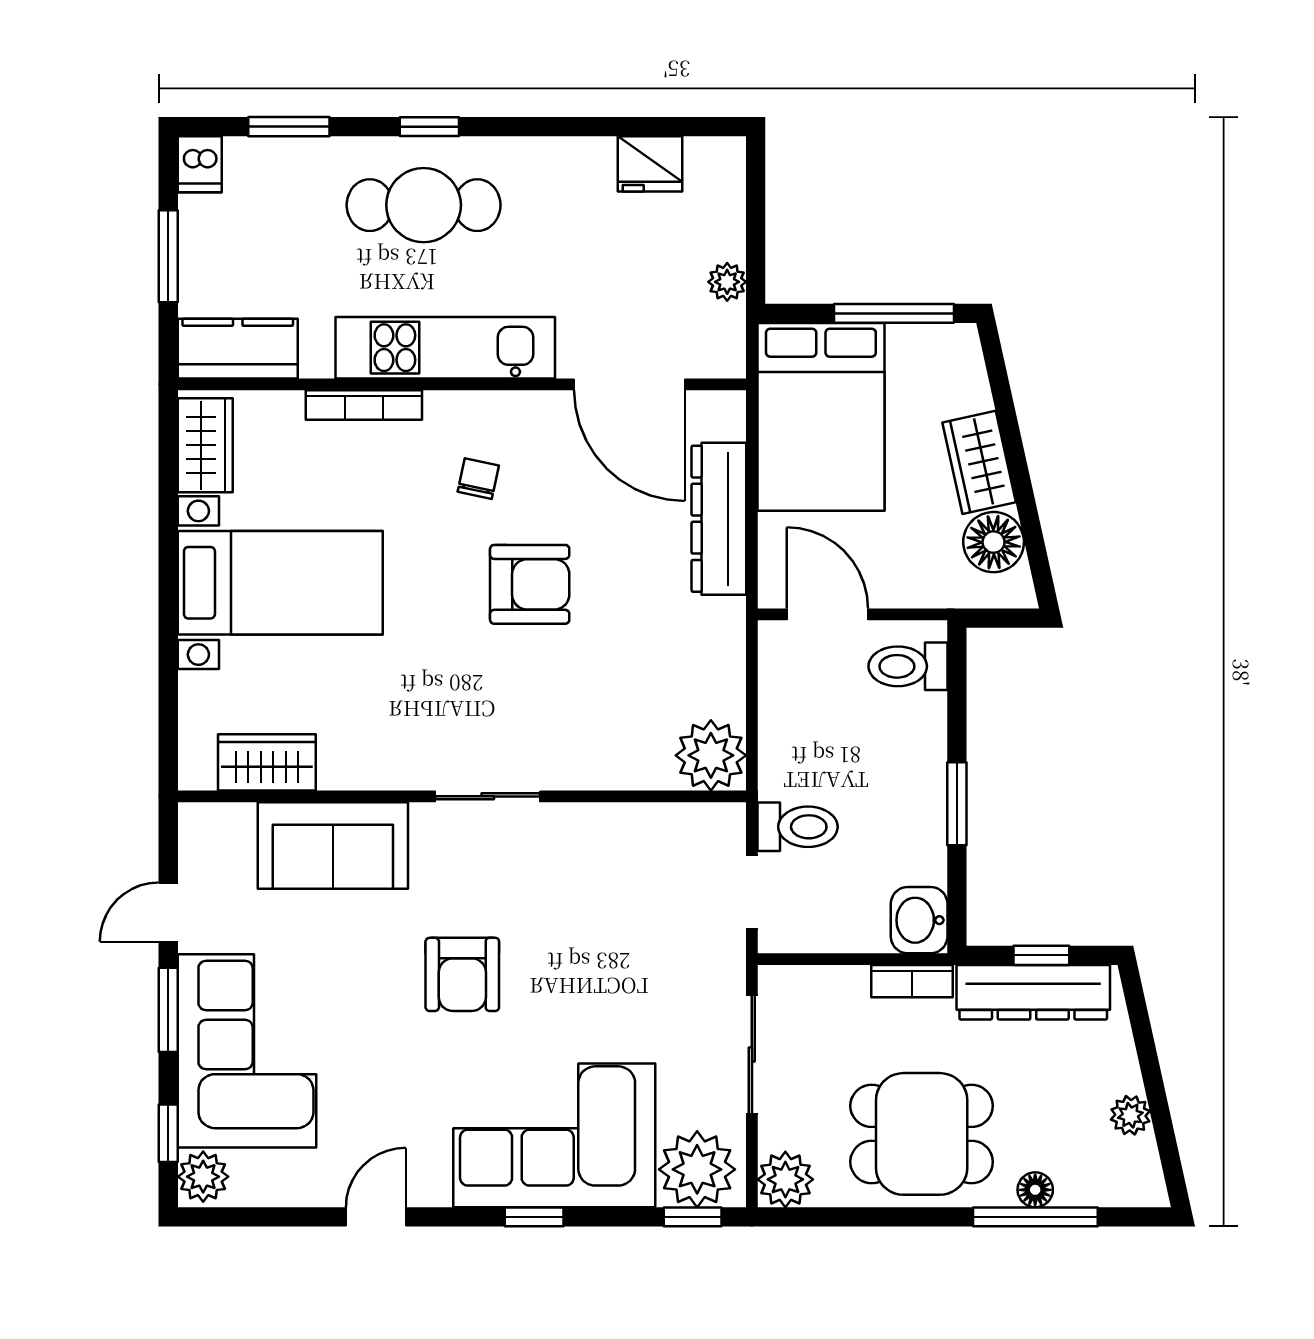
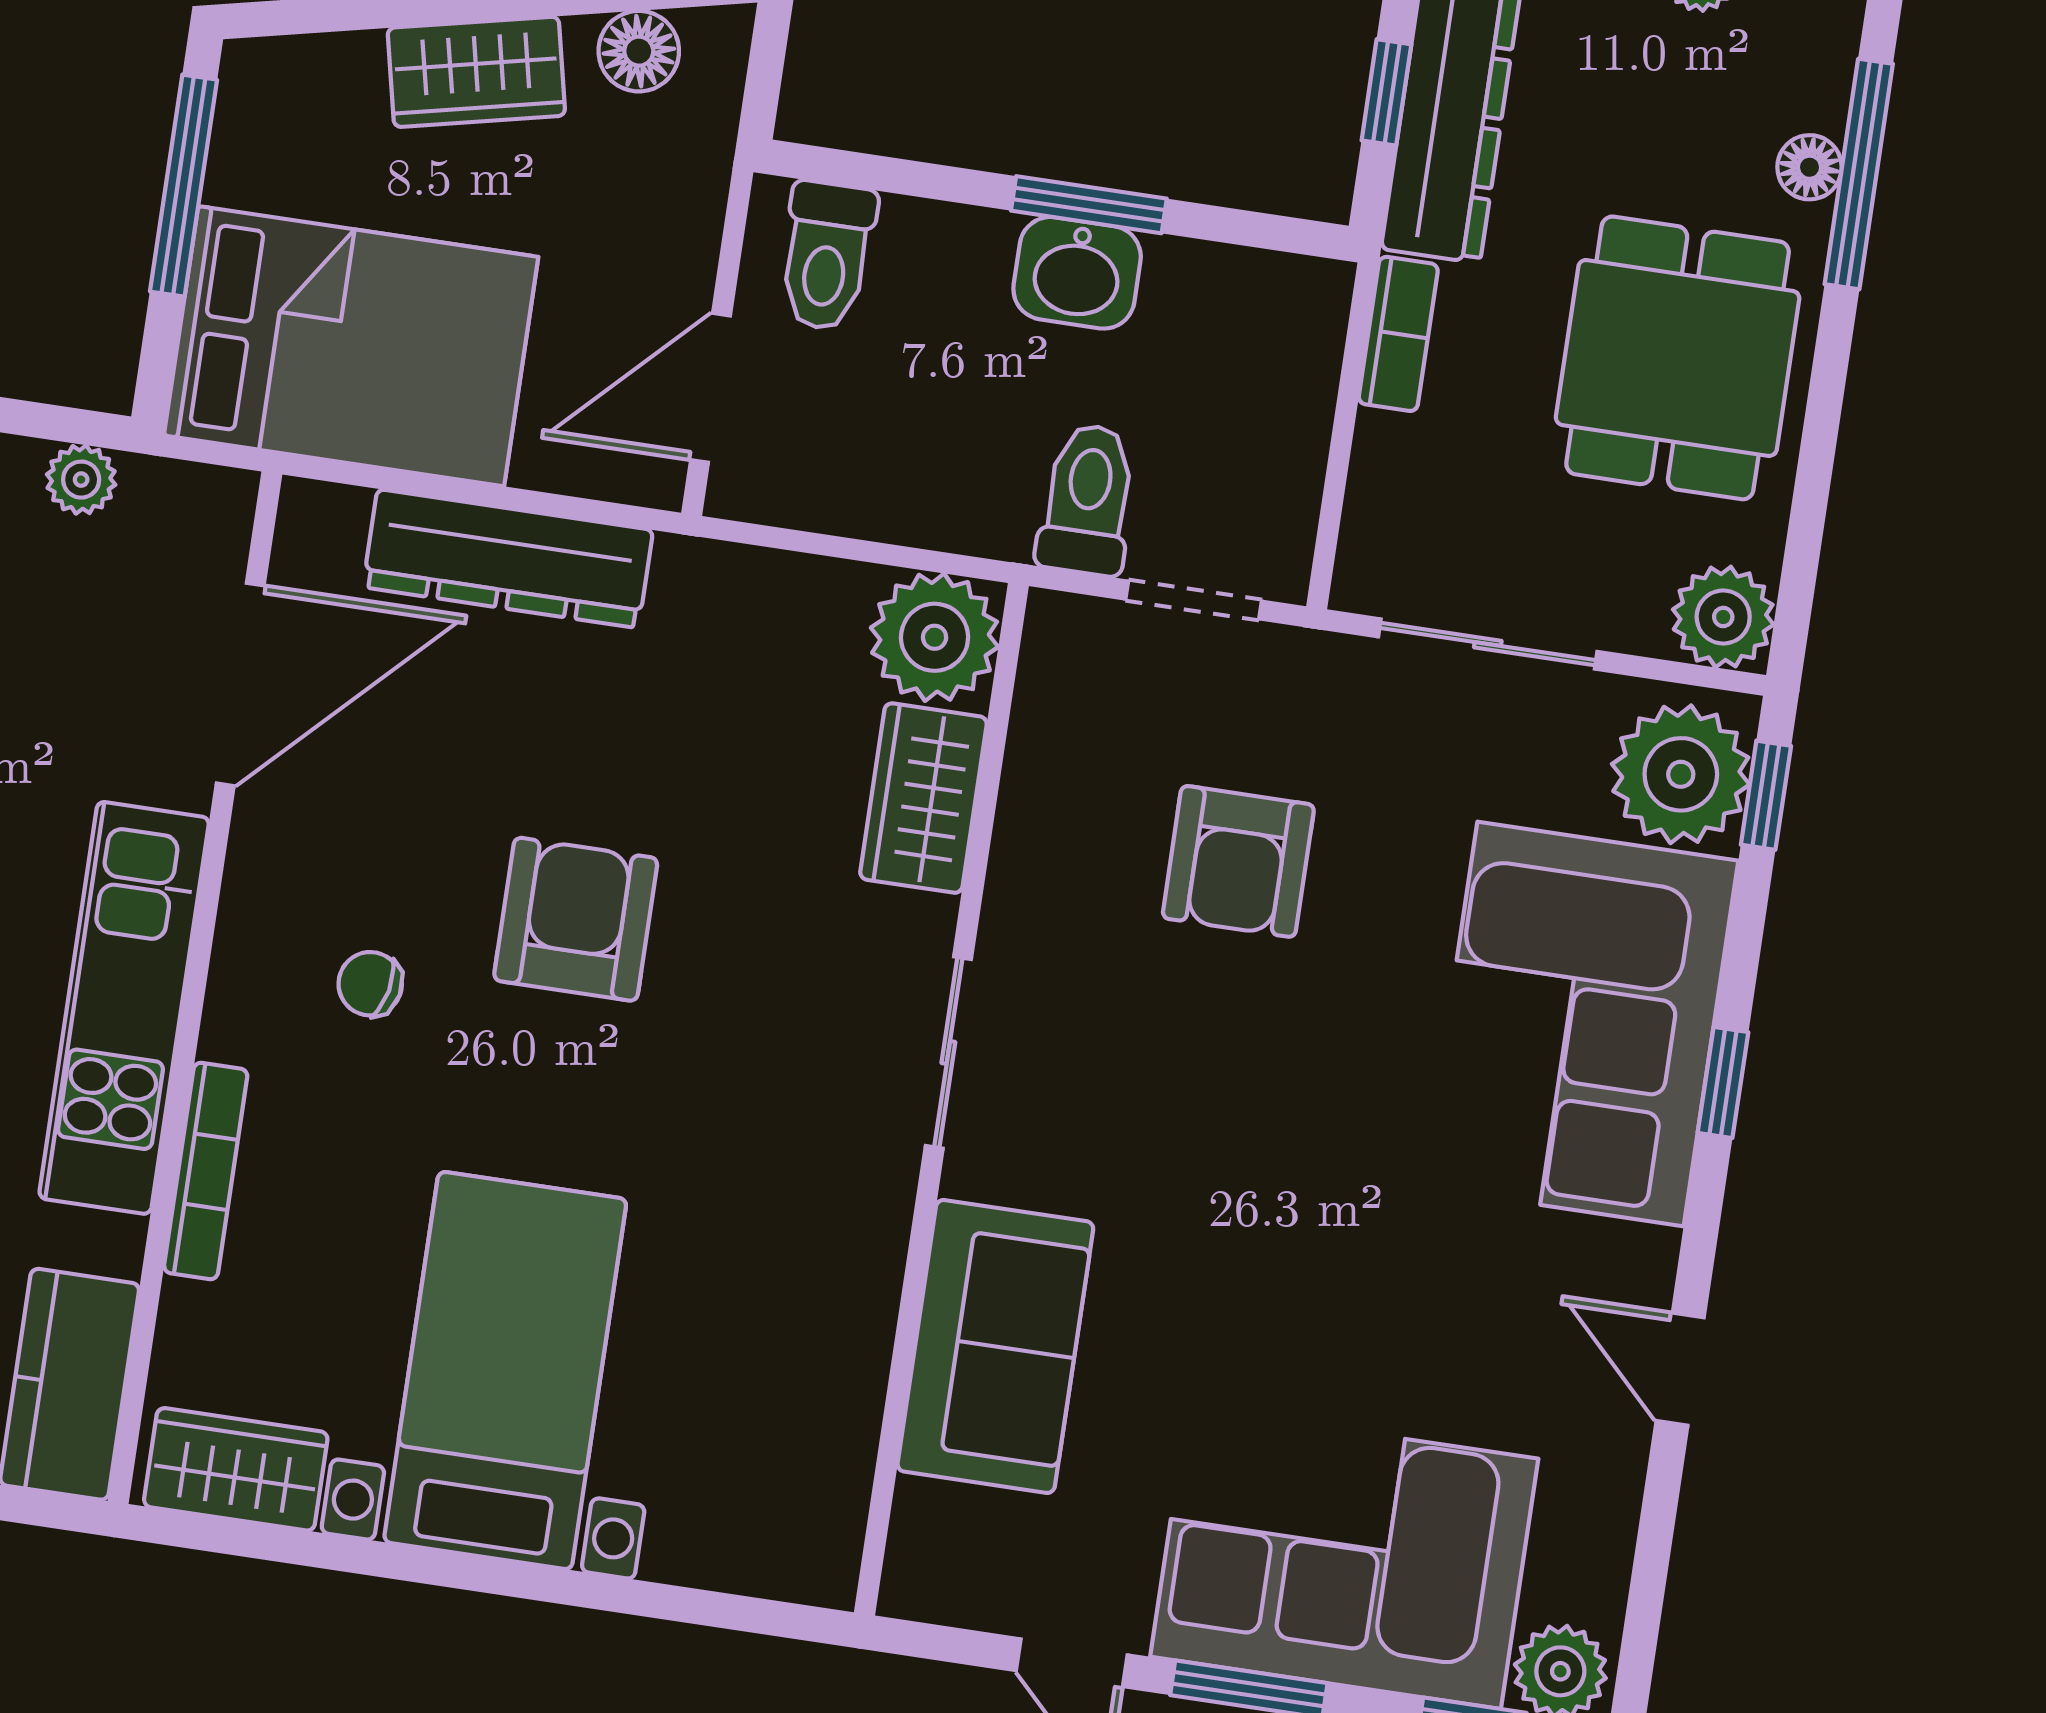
floor lamp: (994, 542) -> (639, 51), width x0.73, depth x0.73
wardrobe: (267, 762) -> (923, 798), moved
washbasin: (919, 920) -> (1077, 273), moved
armchair: (462, 974) -> (1238, 861), moved, turned 90

